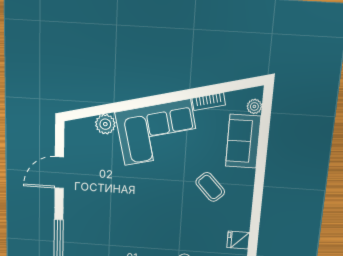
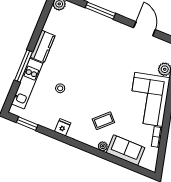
plant: (254, 106) -> (103, 146), moved

